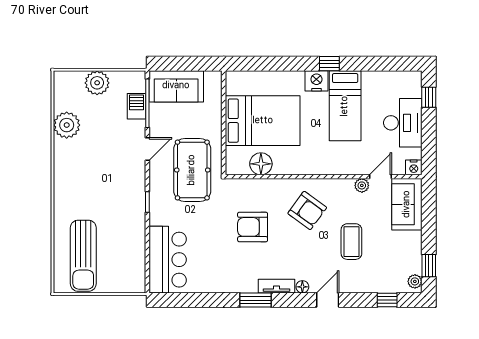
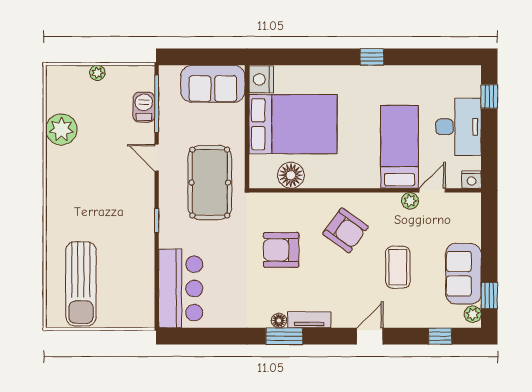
nightstand: (316, 81) -> (261, 79), moved, turned -90
plant: (97, 83) -> (97, 73), width x0.53, depth x0.53
sofa: (176, 86) -> (213, 84), moved
bed: (345, 106) -> (400, 147), moved, turned 180
door: (147, 149) -> (157, 158), swing flipped
sofa: (407, 204) -> (463, 274), moved
floor lamp: (302, 287) -> (279, 321), moved

